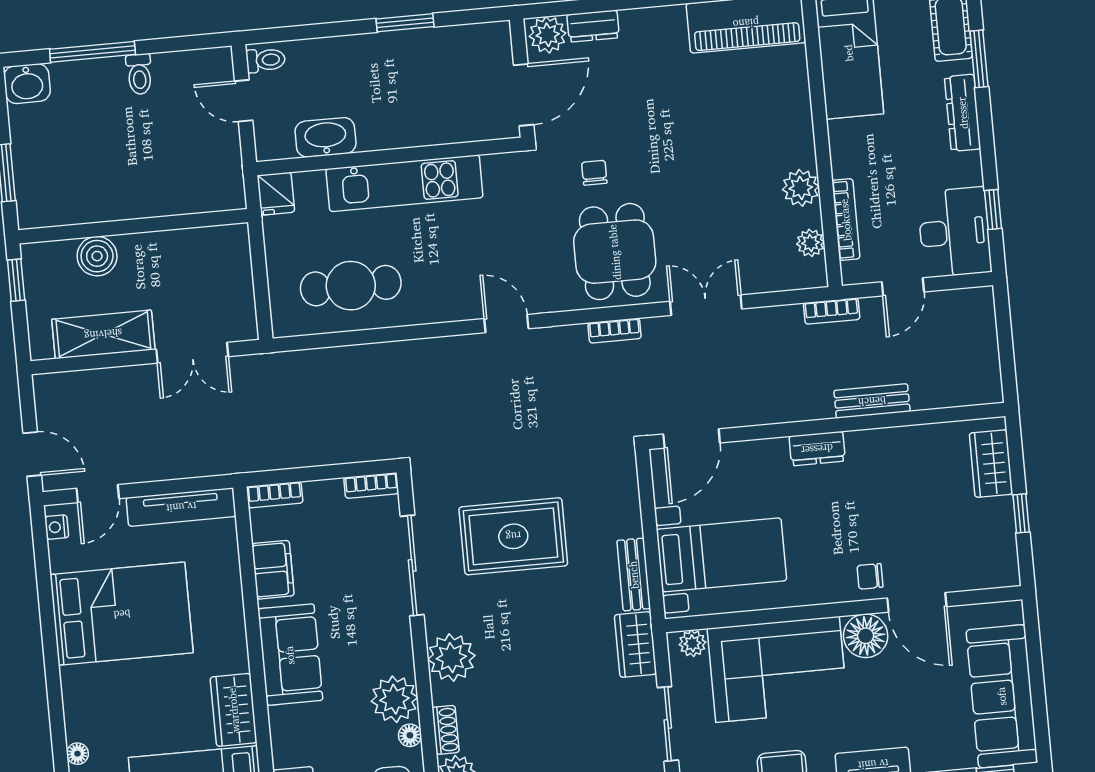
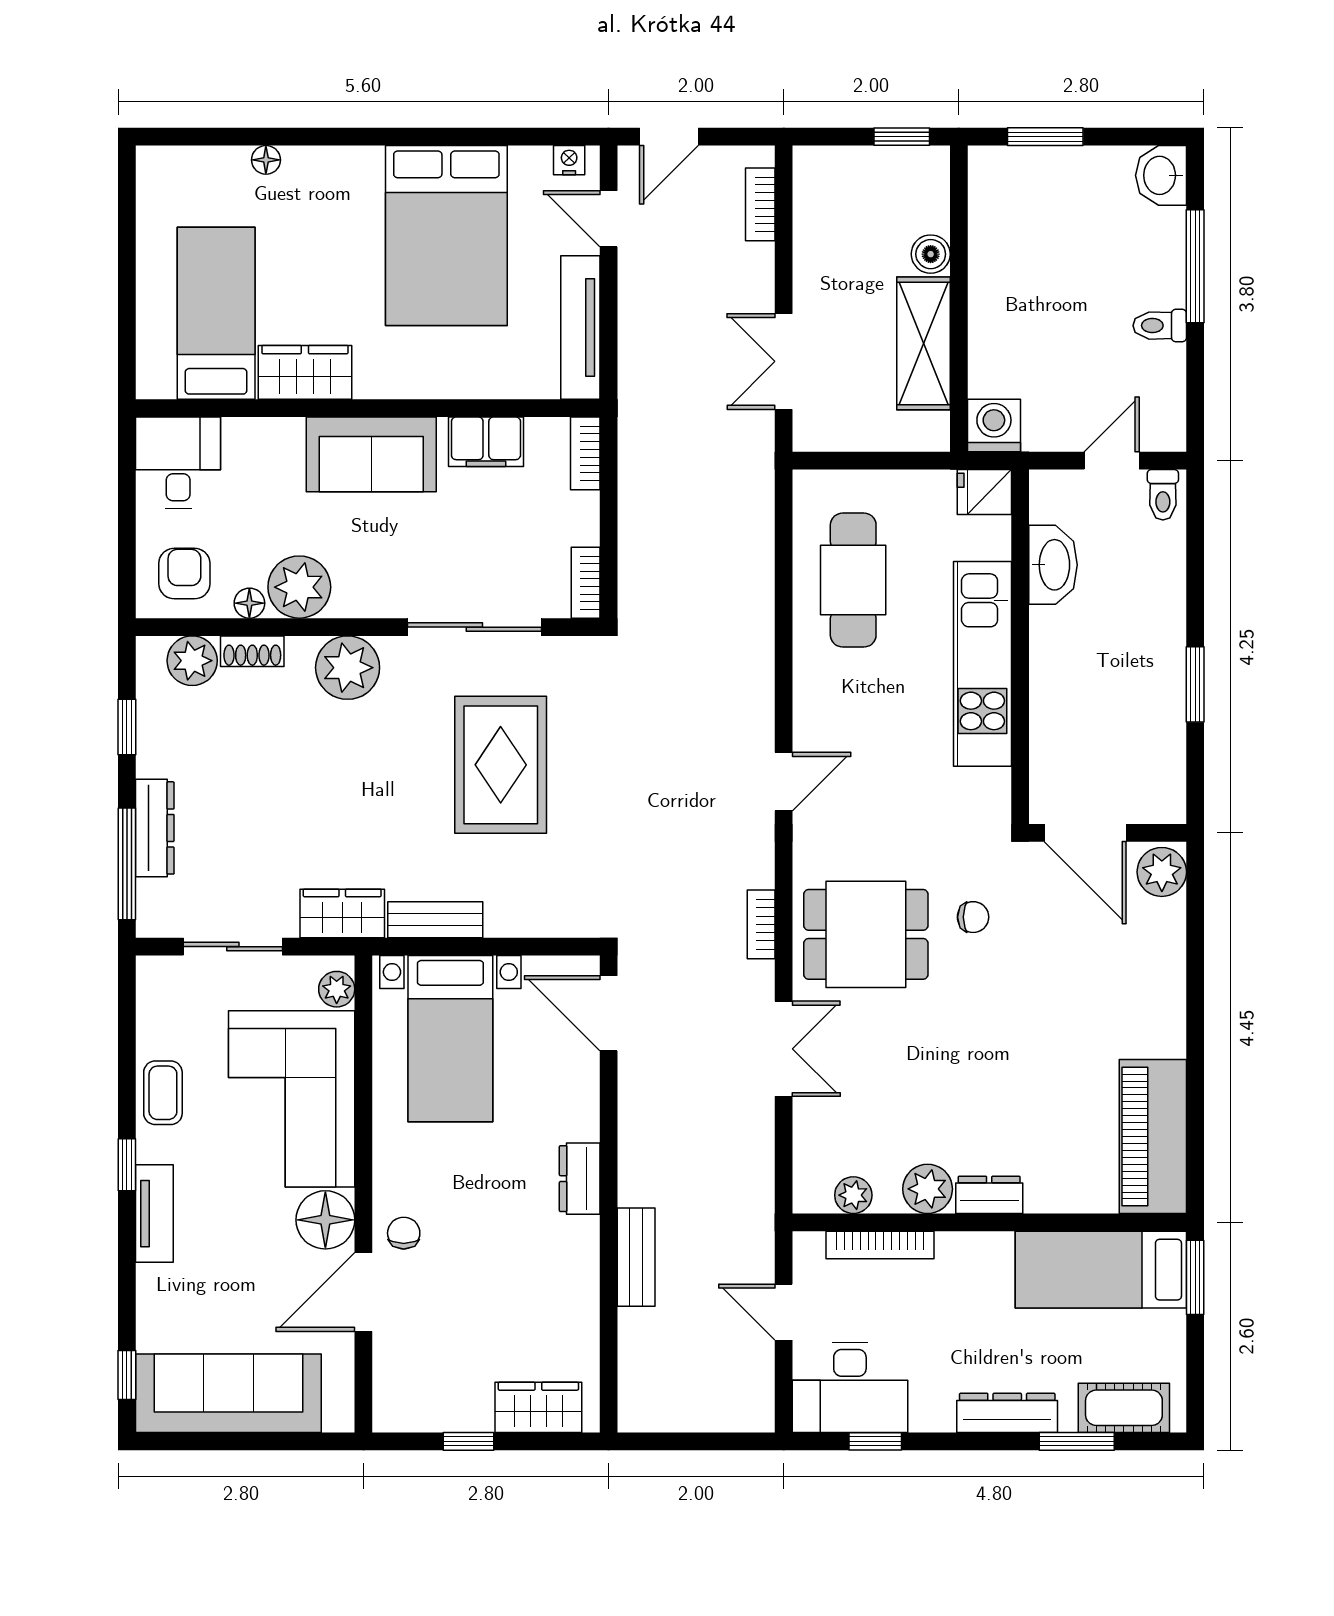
dresser: (593, 26) -> (989, 1195), moved, turned 90
washing machine: (226, 191) -> (994, 425), added
boiler: (97, 256) -> (931, 254), width x0.73, depth x0.73
bookcase: (832, 311) -> (760, 204), moved
shelving: (103, 334) -> (923, 343), moved

